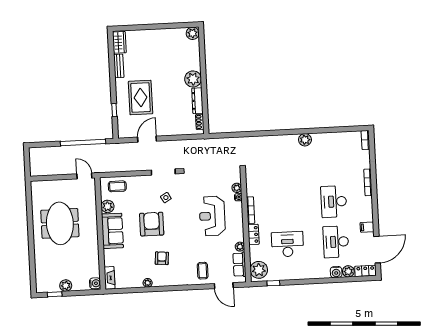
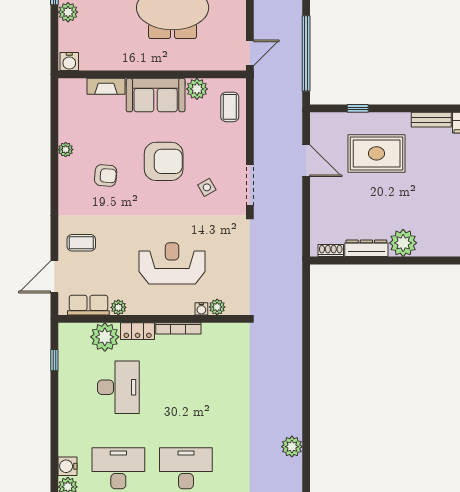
plant: (305, 140) -> (292, 447), moved
plant: (259, 270) -> (105, 337), moved
fireplace: (110, 278) -> (106, 86), moved

